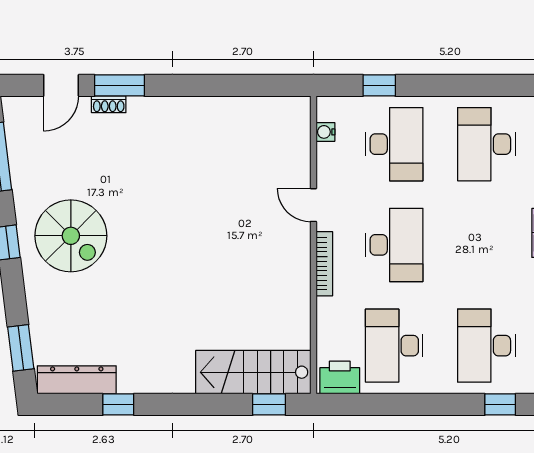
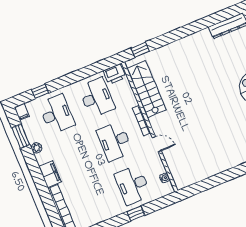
window: (379, 85) -> (136, 214), moved
desk: (486, 144) -> (93, 201), removed
stairs: (253, 372) -> (146, 89), moved, turned -90
window: (118, 404) -> (206, 23), removed

